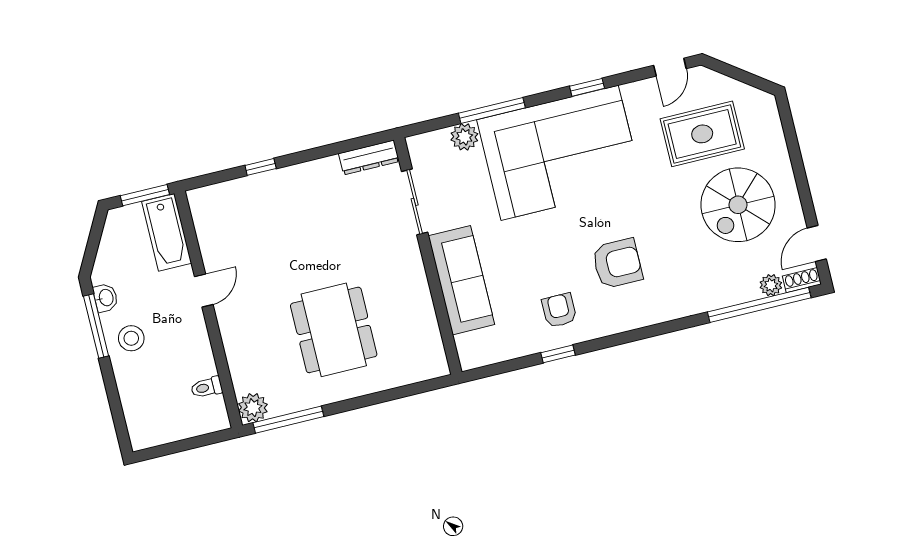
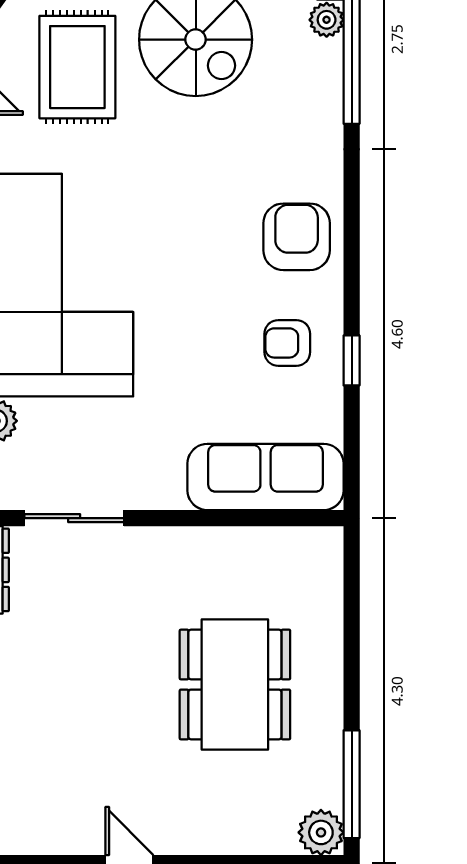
armchair: (617, 263) -> (297, 237), moved
sofa: (461, 280) -> (266, 477), moved
dining table: (334, 330) -> (235, 684), turned 90

